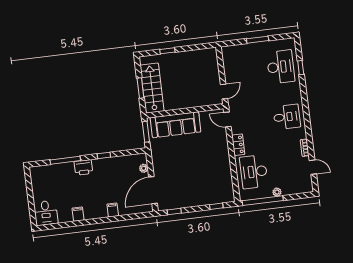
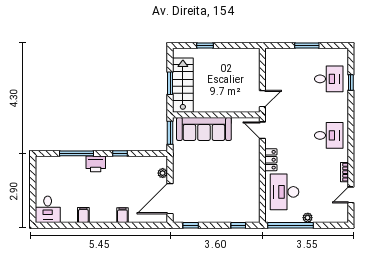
desk: (281, 67) -> (329, 79), width x0.73
door: (313, 167) -> (351, 195), swing flipped

